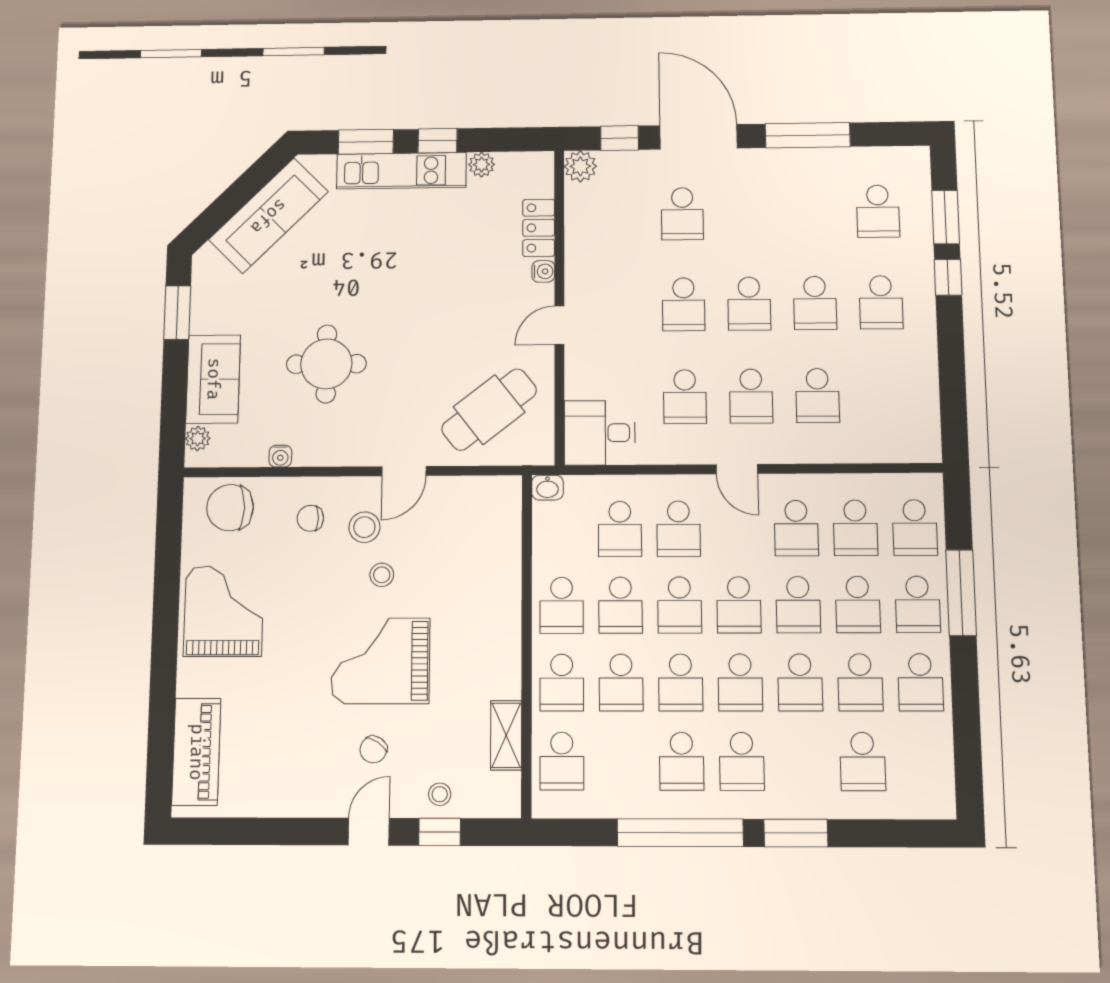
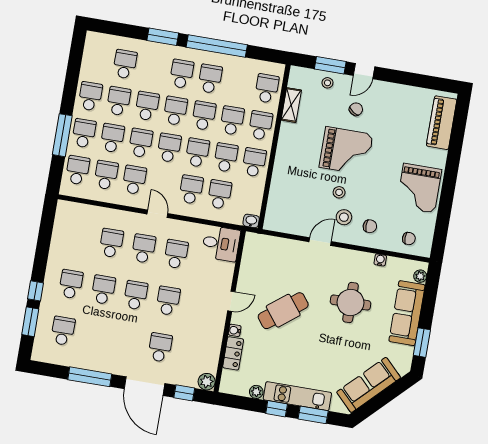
sofa: (213, 379) -> (407, 313), width x1.36
cafe table: (489, 410) -> (283, 311), moved
chair: (230, 508) -> (409, 239), width x0.54, depth x0.54
window: (440, 832) -> (330, 65), width x1.50

